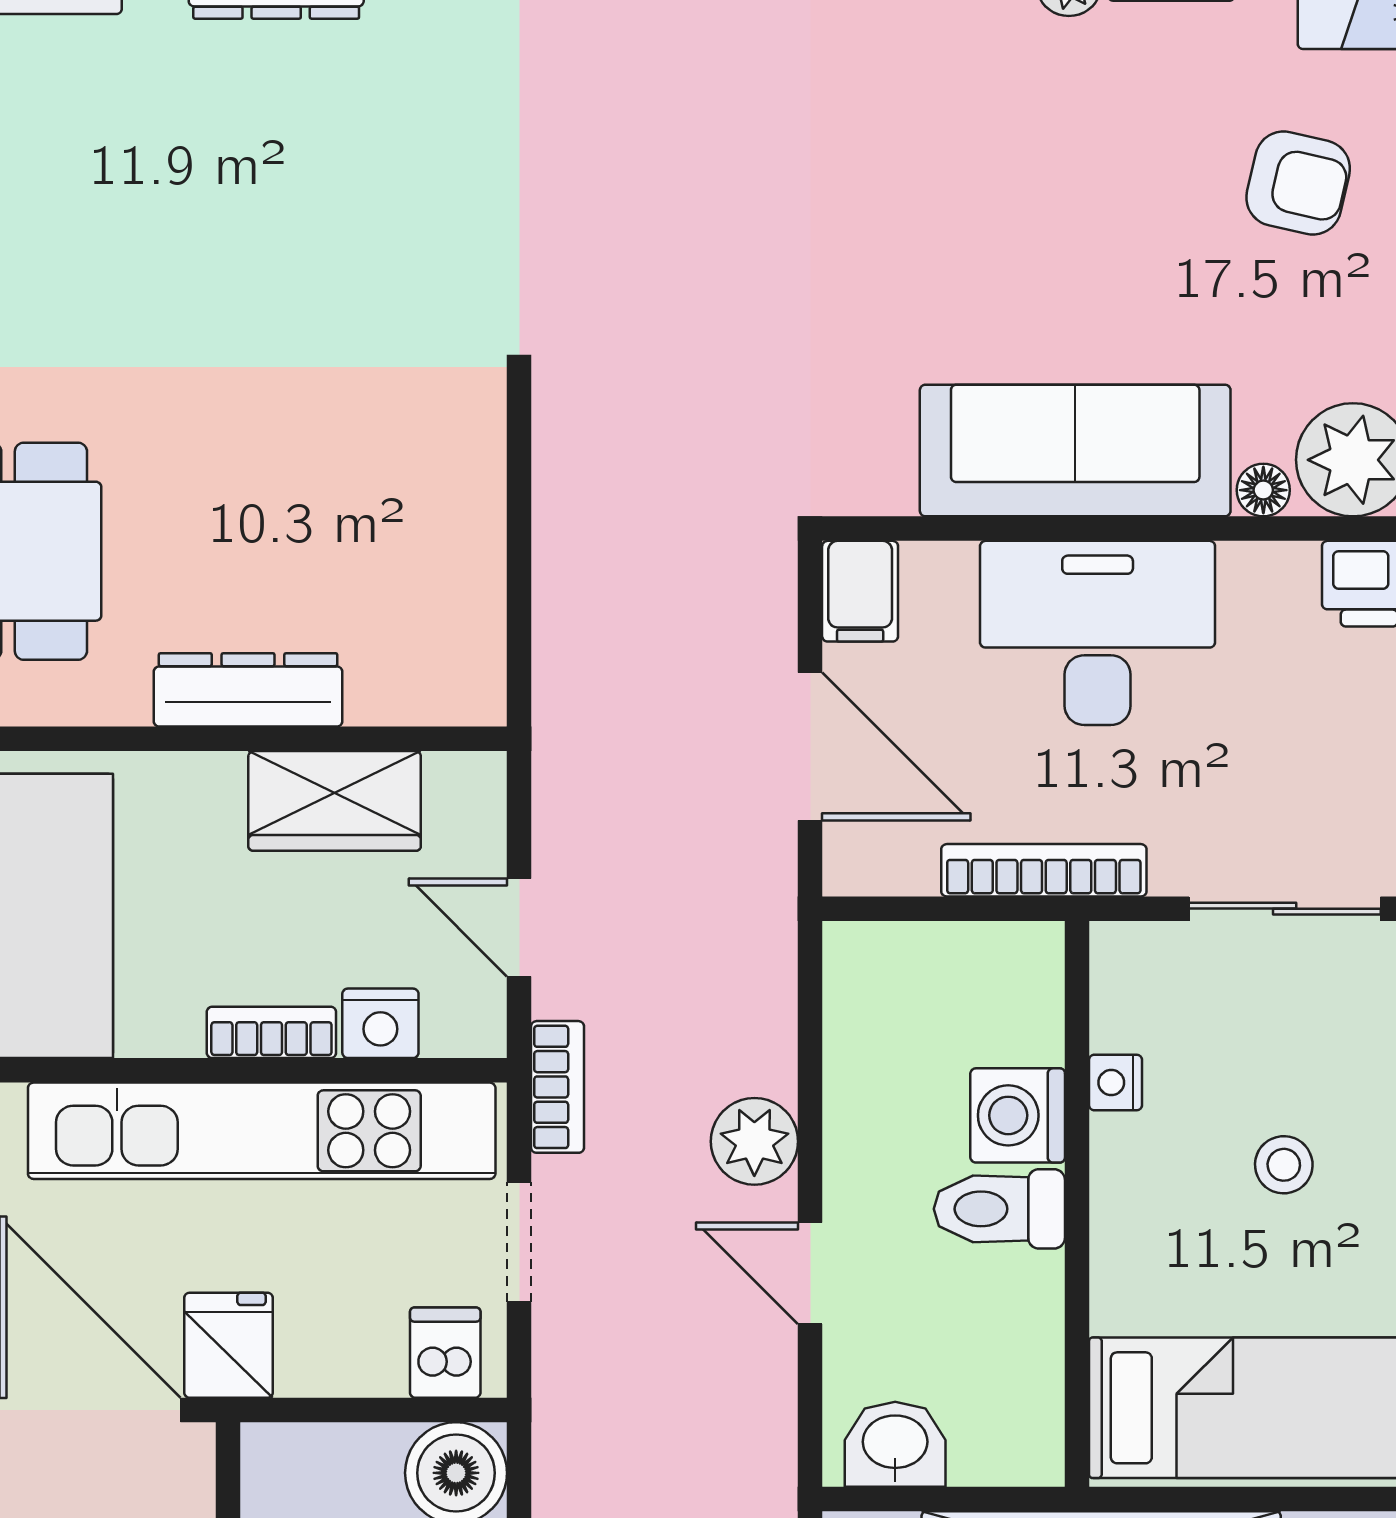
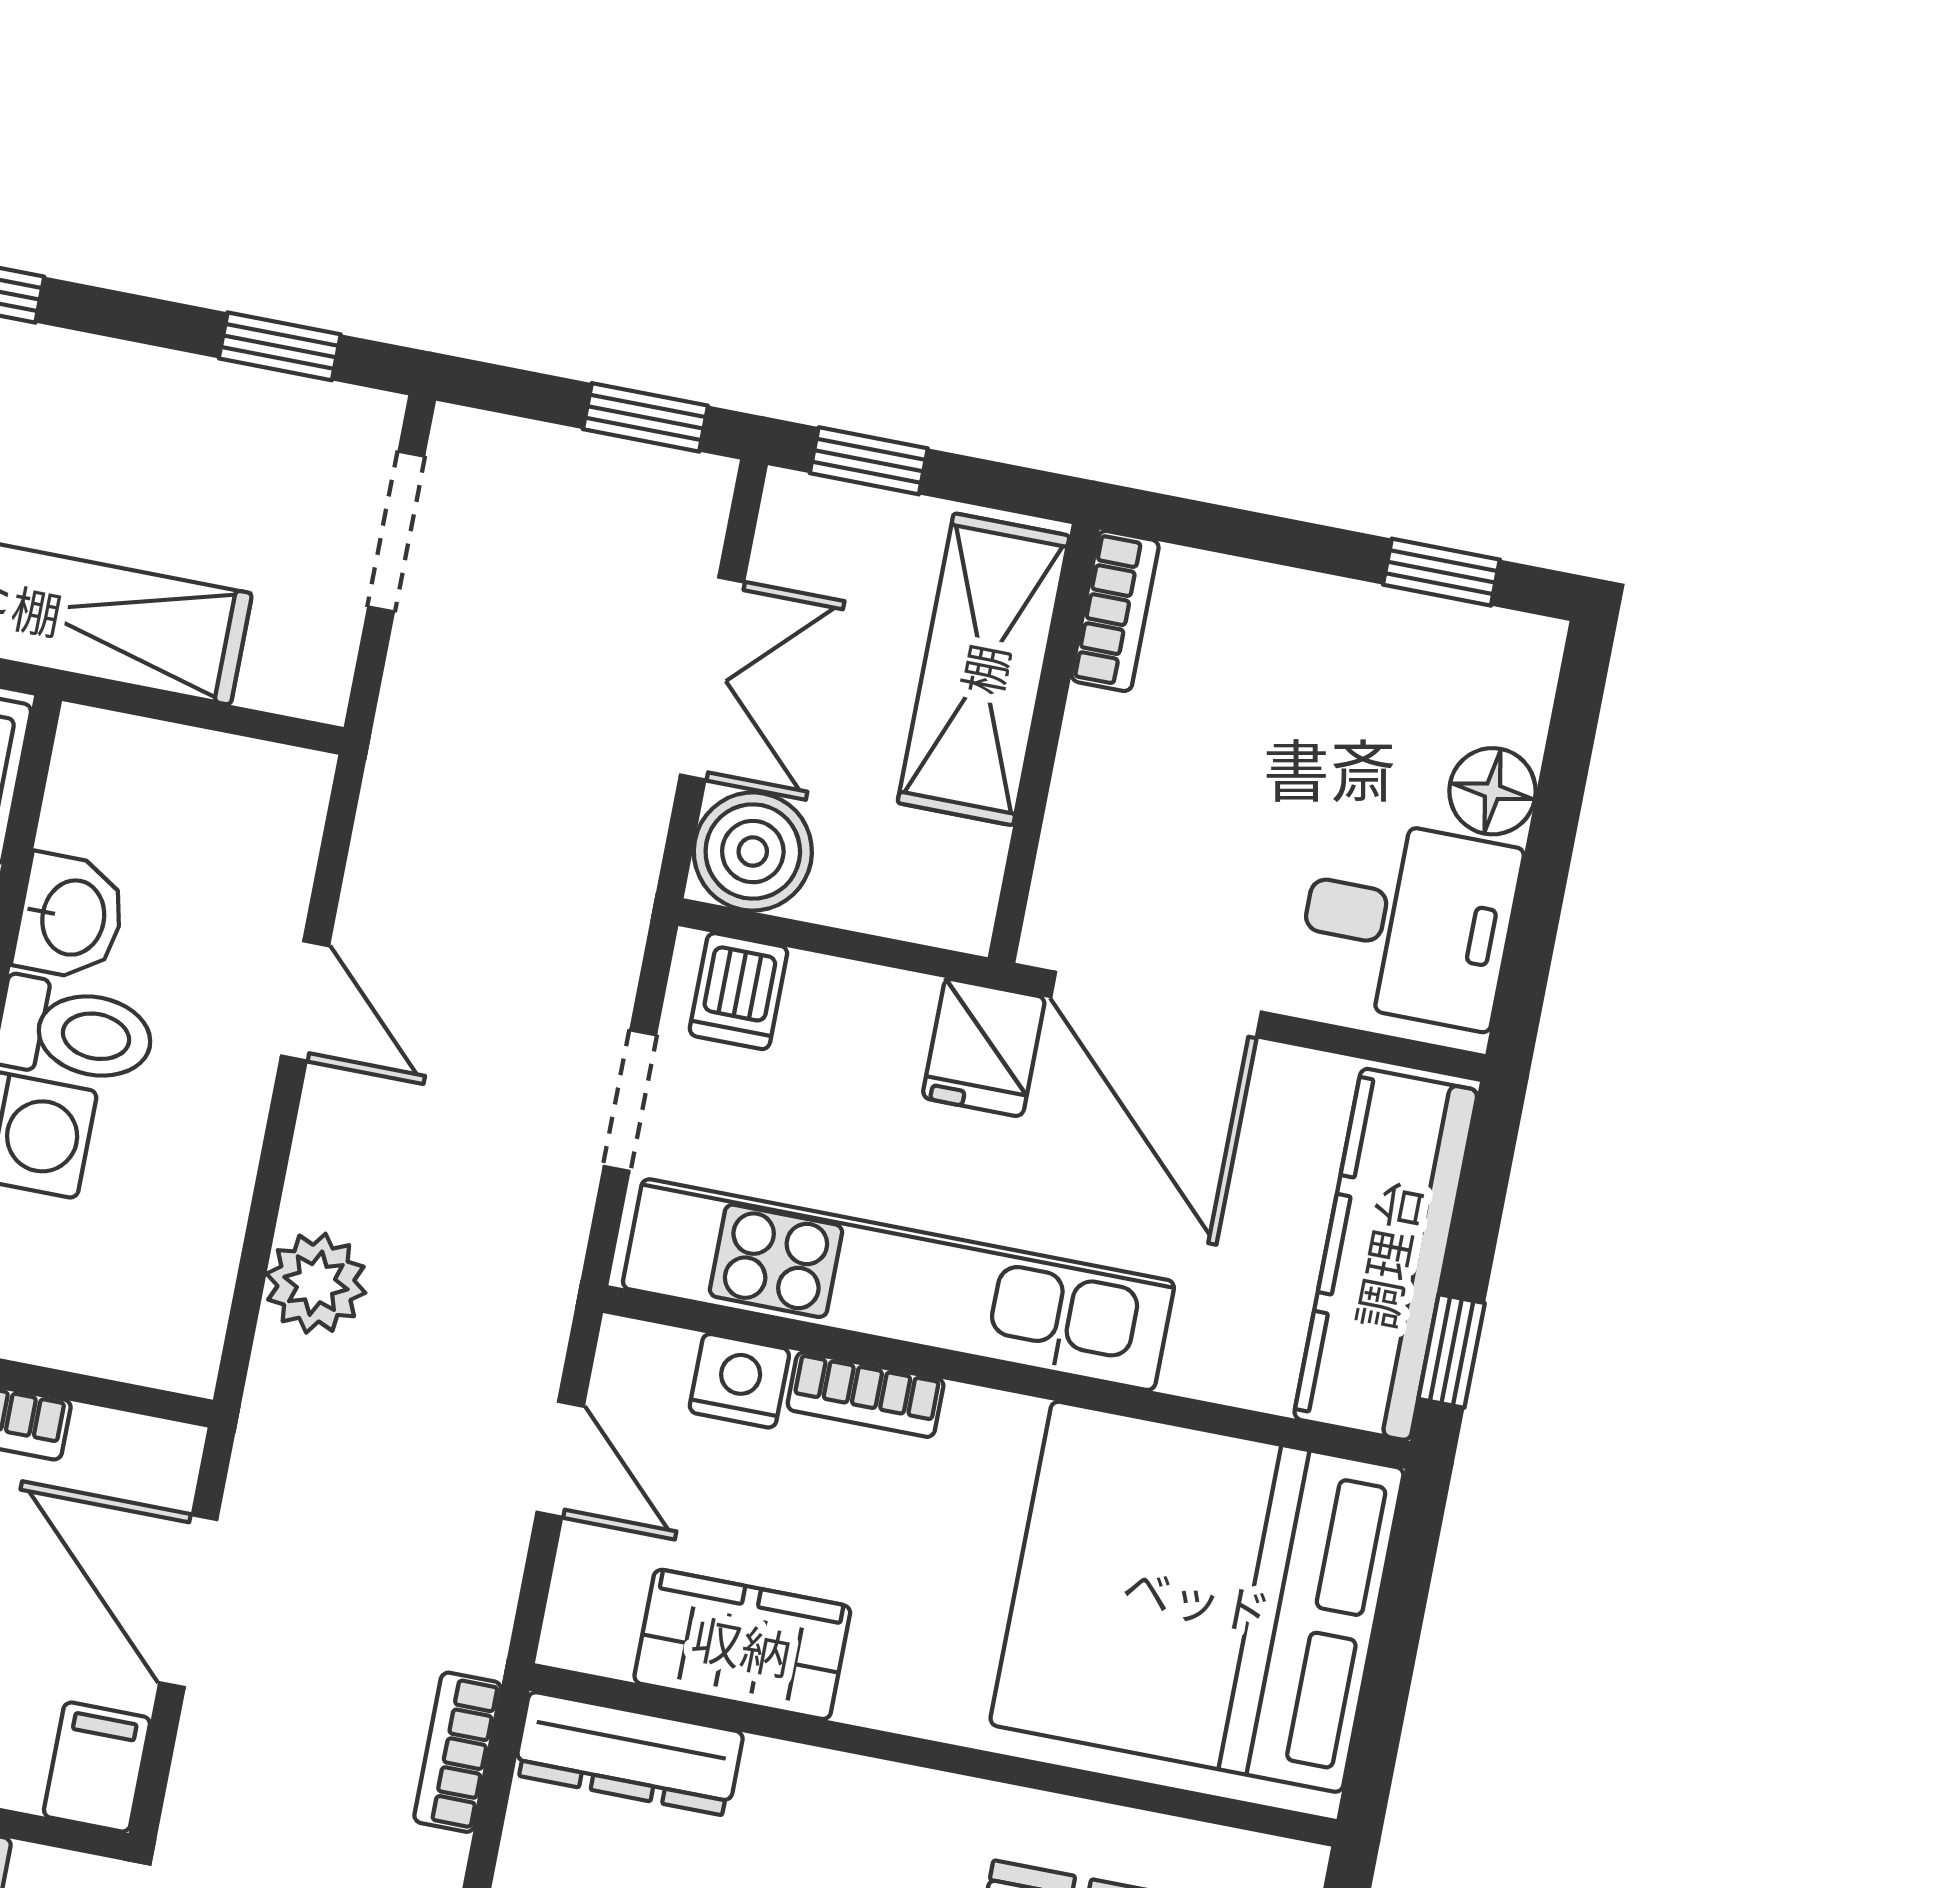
dresser: (248, 690) -> (629, 1754), moved
bookcase: (558, 1087) -> (458, 1752), moved
plant: (754, 1141) -> (316, 1283), moved
washbasin: (895, 1444) -> (70, 917), moved, turned -90

